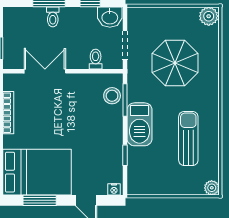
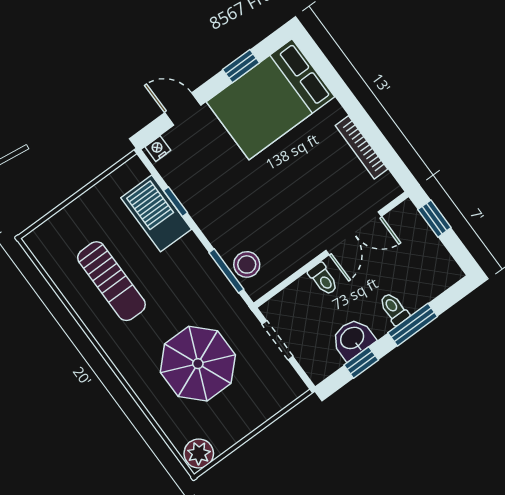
washbasin: (110, 17) -> (353, 339), moved
toilet: (96, 59) -> (323, 279), moved
barbecue: (140, 124) -> (156, 213), moved
plant: (212, 188) -> (37, 241), removed
window: (40, 200) -> (241, 66), width x0.67

